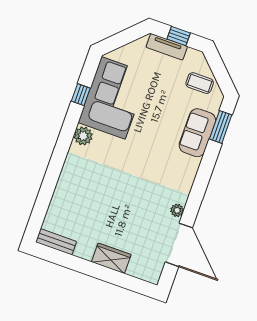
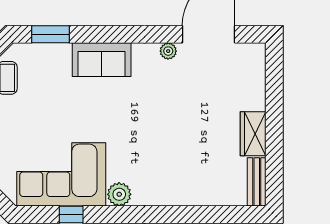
sofa: (197, 133) -> (102, 60), moved
wardrobe: (111, 258) -> (253, 134), moved

